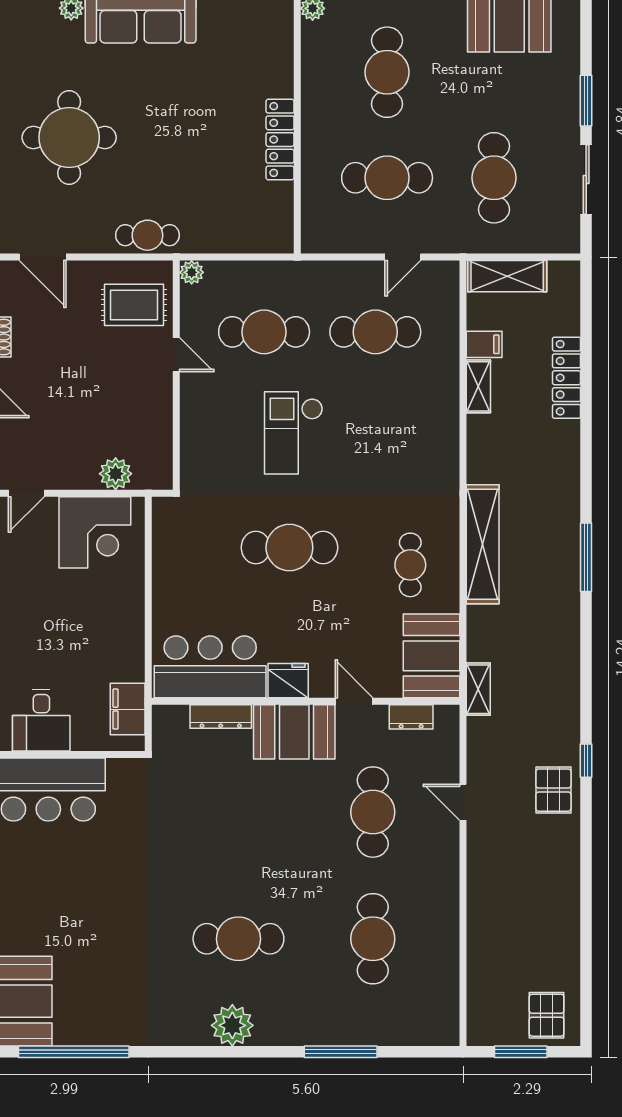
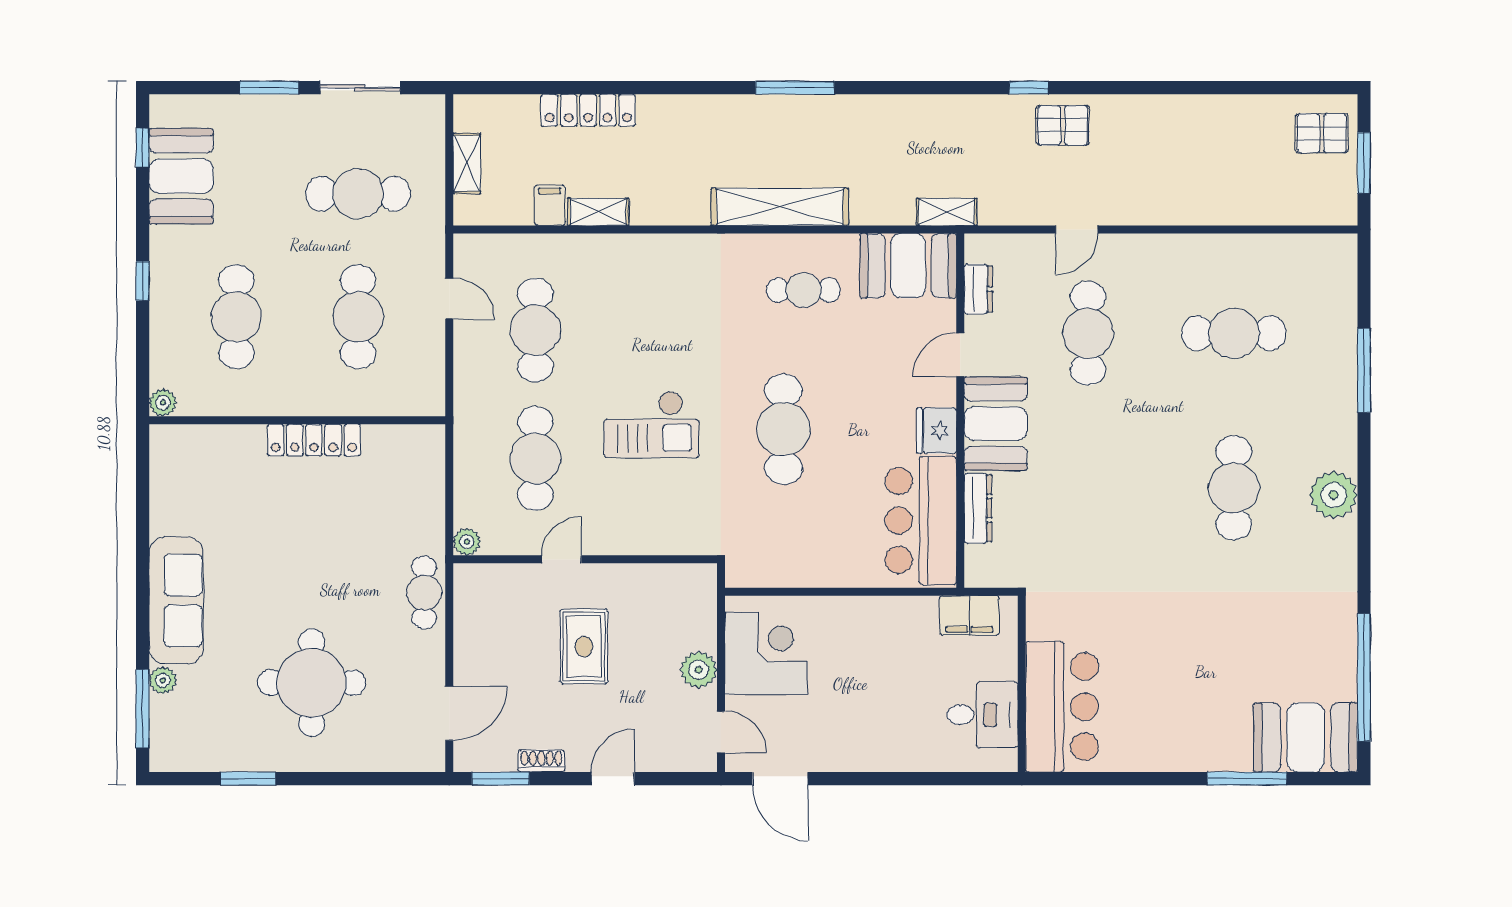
cafe table: (387, 72) -> (236, 317), turned 90
shelving: (507, 276) -> (467, 163), width x0.67, depth x0.75
rug: (134, 305) -> (584, 646), moved
plant: (116, 474) -> (699, 670), moved
cafe table: (373, 812) -> (1088, 333), turned 90

